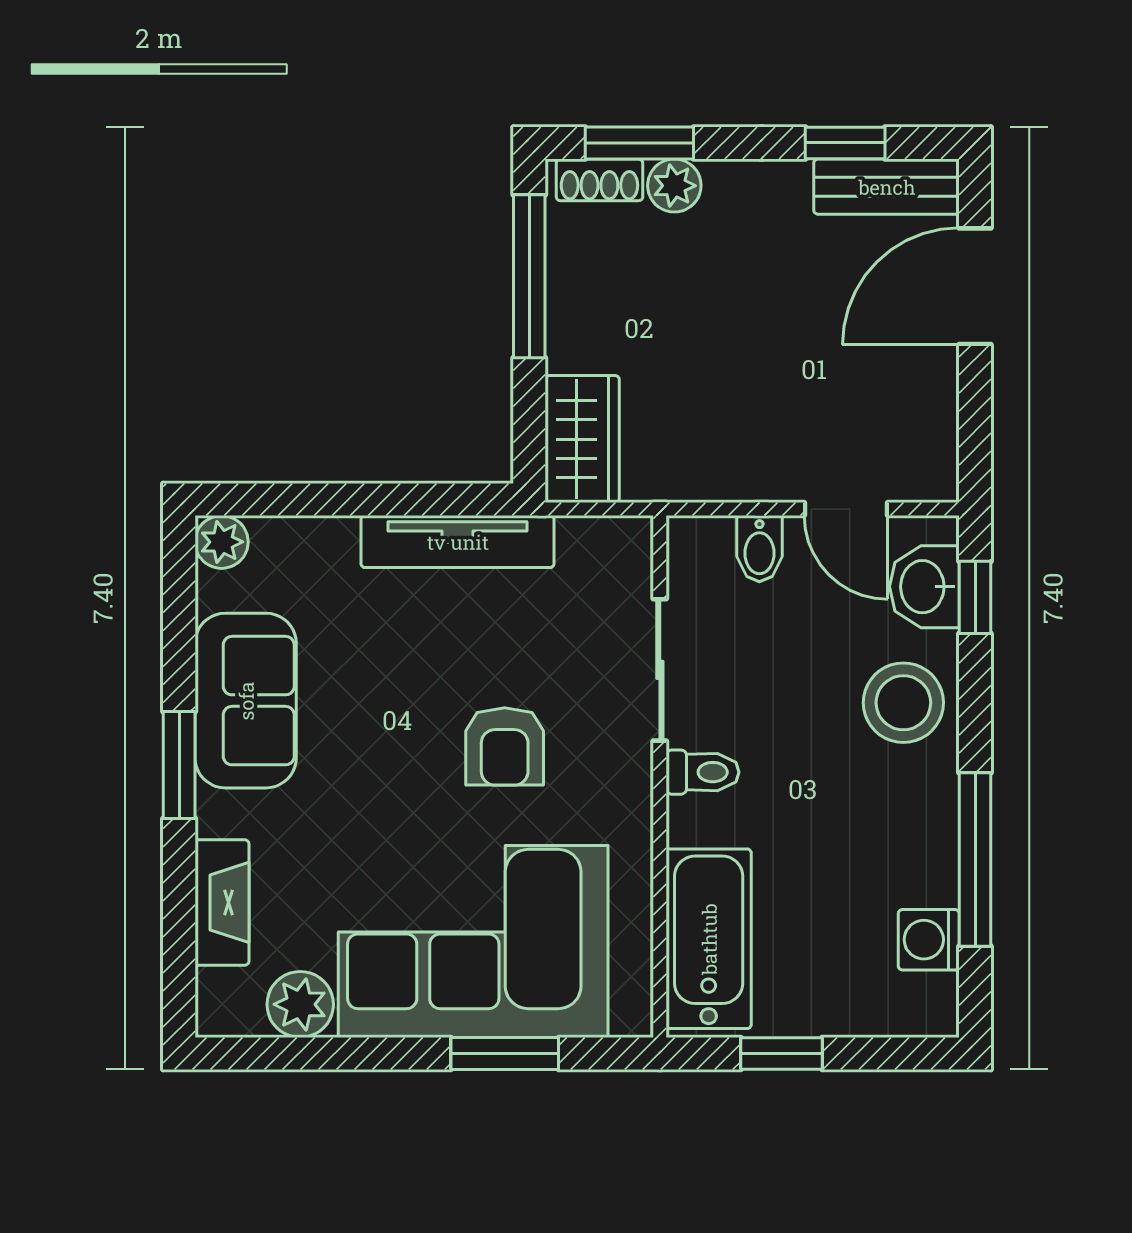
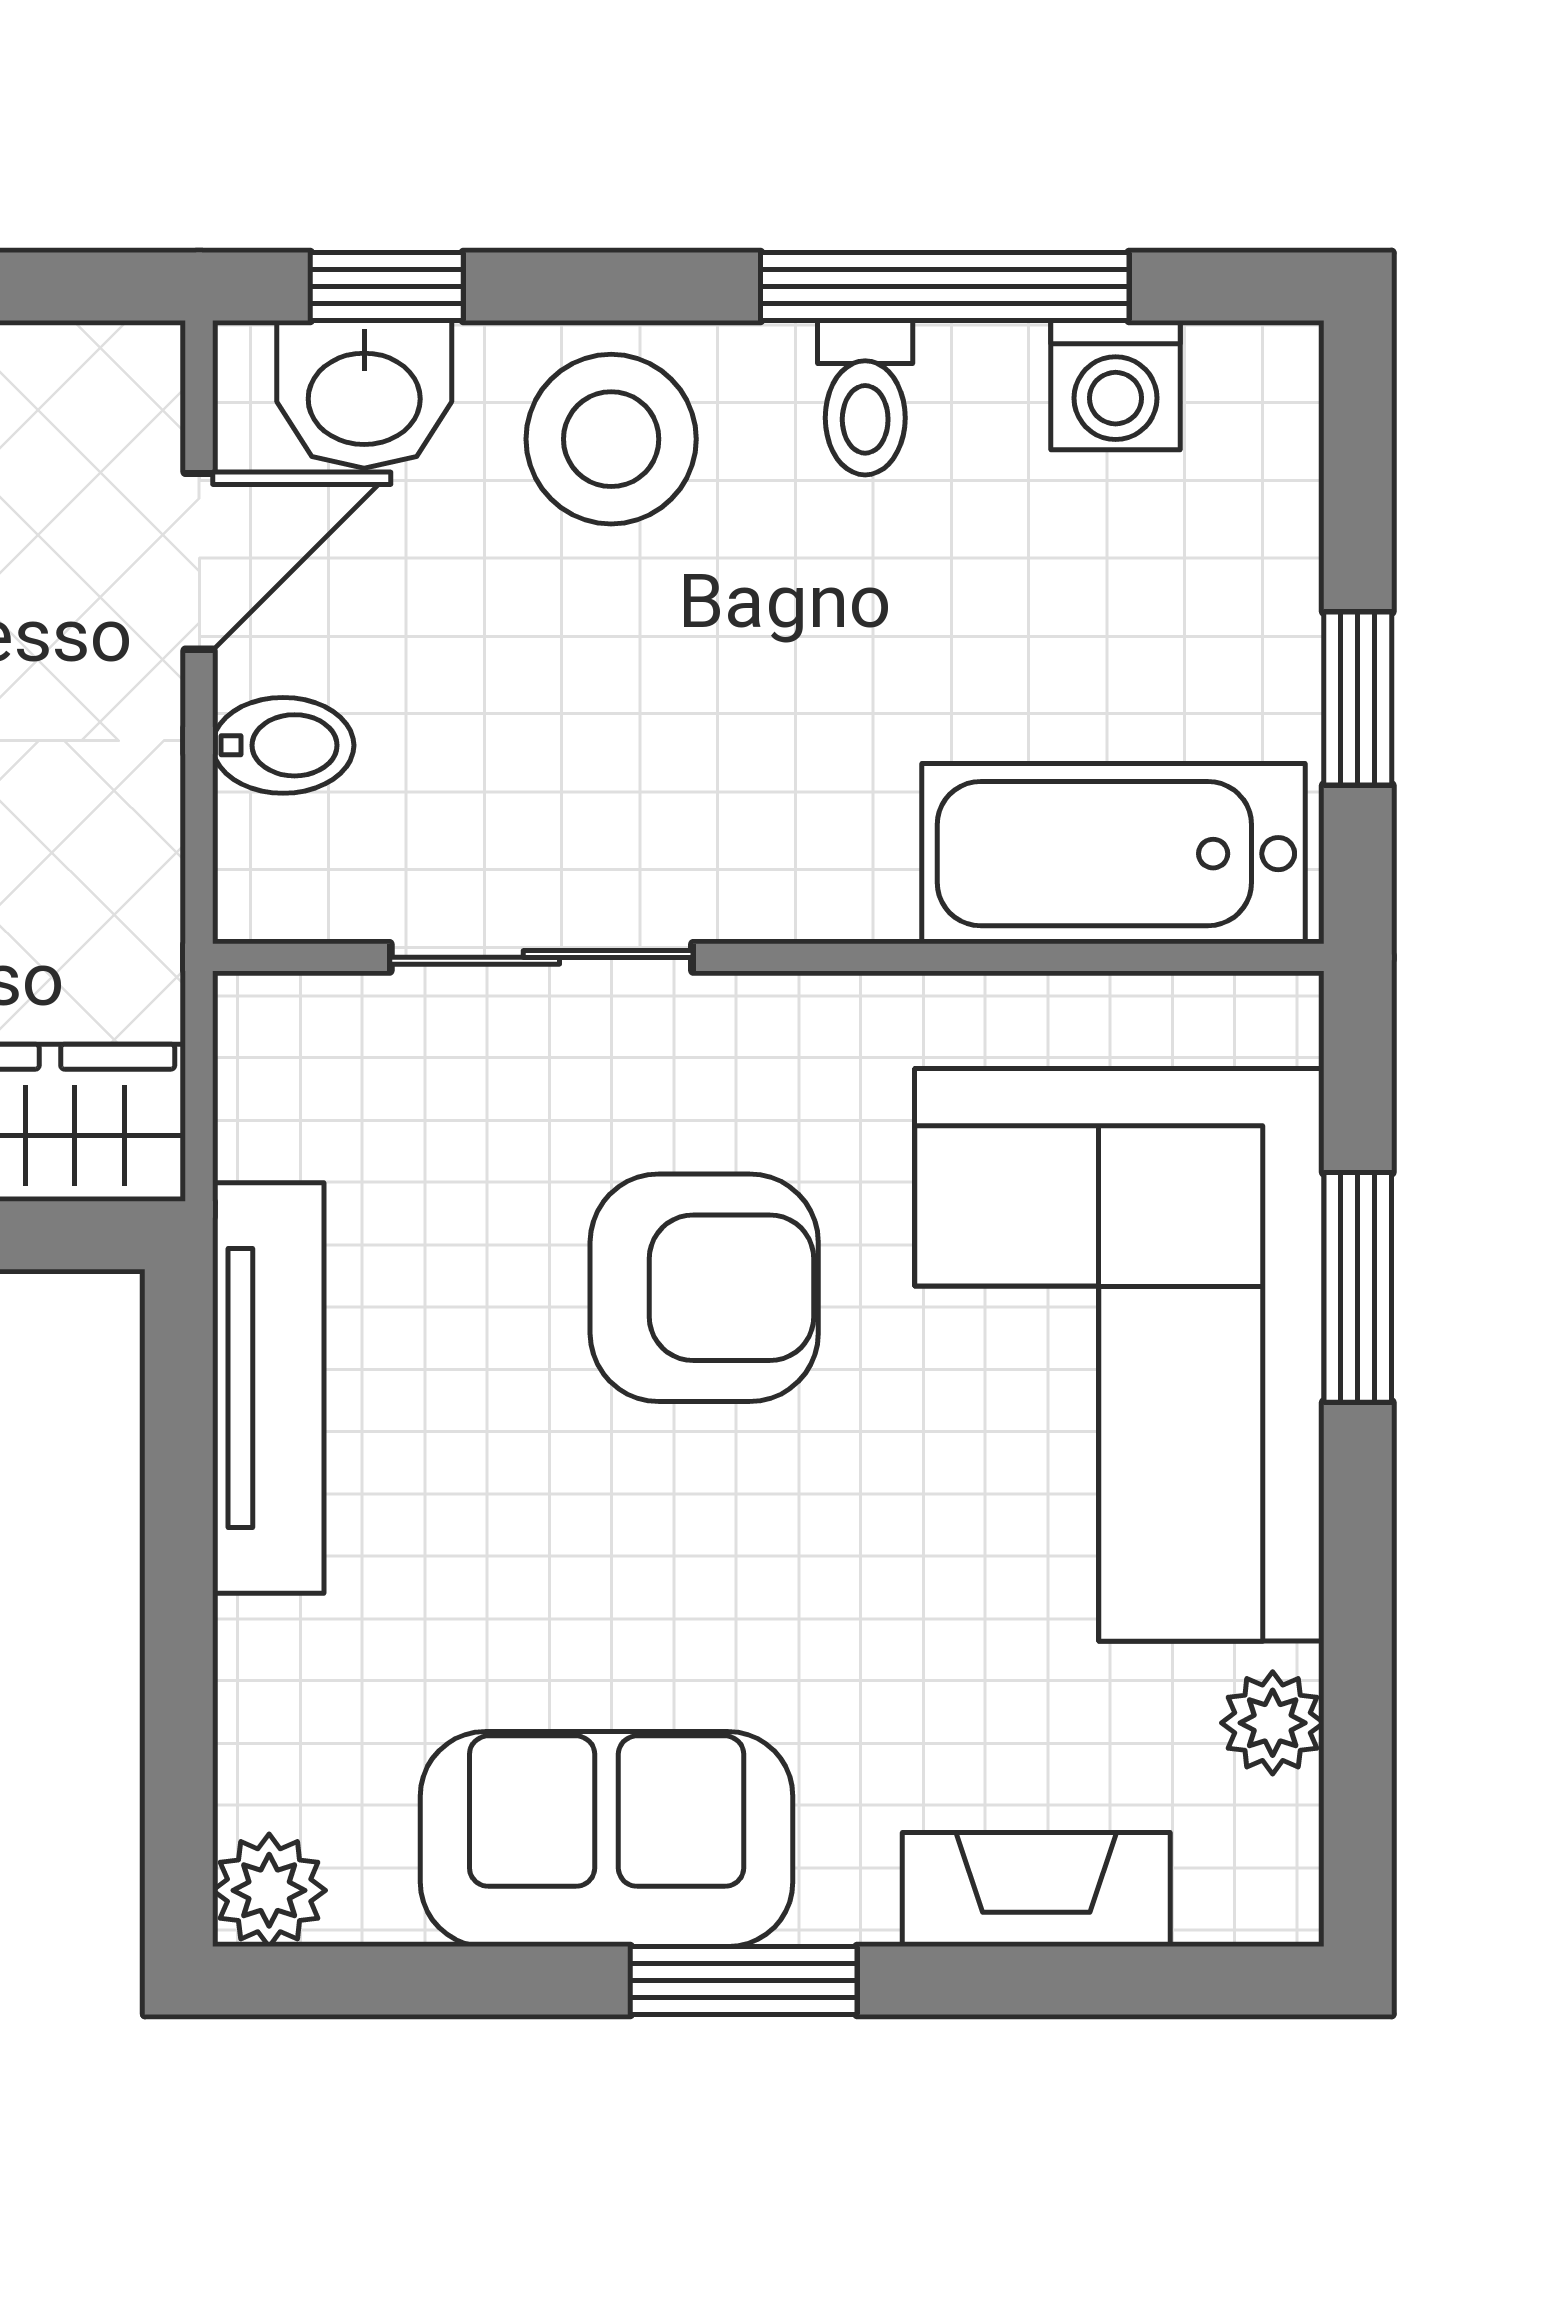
armchair: (505, 746) -> (704, 1288), width x1.38, depth x1.38
toilet: (703, 772) -> (865, 398), moved, turned 180
plant: (300, 1004) -> (1273, 1723), width x0.73, depth x0.73

